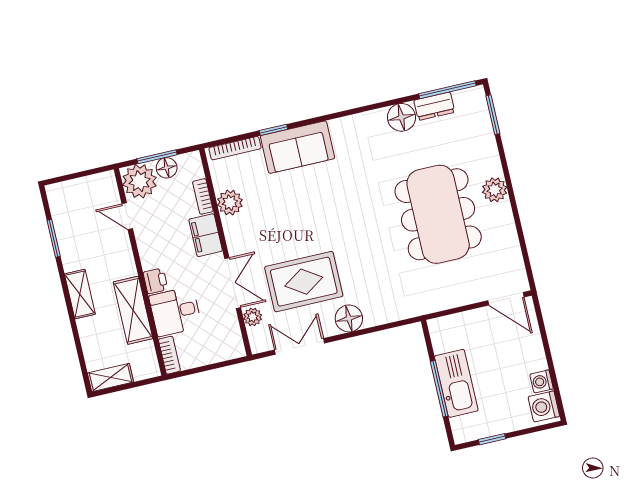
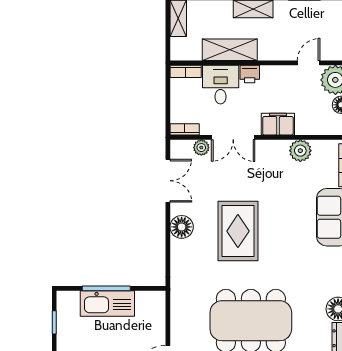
bookcase: (203, 196) -> (185, 129), moved
rug: (304, 282) -> (238, 231), moved

